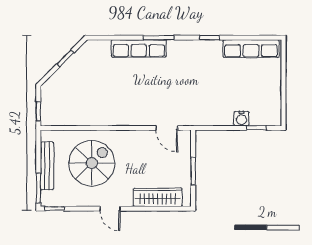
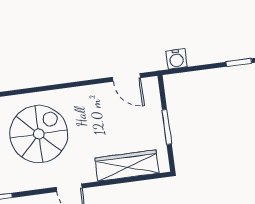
water cooler: (241, 119) -> (176, 59), moved

